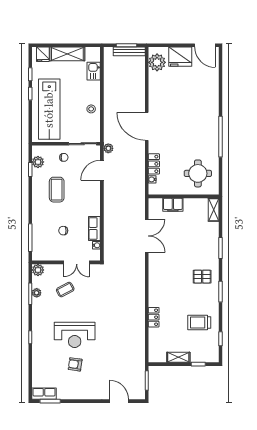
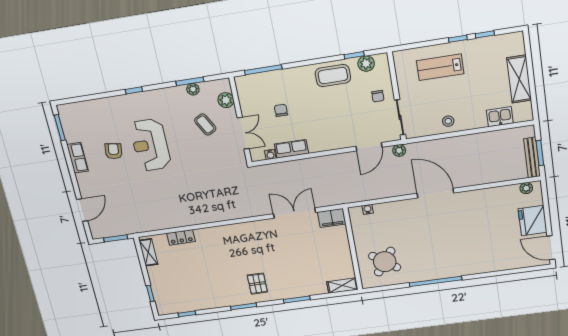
door: (205, 45) -> (551, 248), hinge flipped
fridge: (43, 54) -> (515, 47), removed
plant: (157, 62) -> (526, 188), width x0.53, depth x0.53
lab bench: (49, 109) -> (440, 67), width x0.54, depth x0.72
door: (147, 126) -> (435, 193), hinge flipped
locker: (154, 164) -> (388, 209), removed
door: (102, 170) -> (369, 147), swing flipped
round table: (198, 173) -> (385, 262), turned 36
coffee table: (57, 190) -> (333, 76), moved
filing cabinet: (173, 205) -> (332, 218), moved, turned -90
double door: (147, 236) -> (294, 213), swing flipped
double door: (77, 262) -> (243, 133), swing flipped
plant: (38, 270) -> (226, 100), moved
locker: (154, 317) -> (181, 237), moved
trolley: (199, 322) -> (201, 288), removed
shelving: (178, 357) -> (148, 252), moved
row of seats: (44, 394) -> (77, 158), moved

